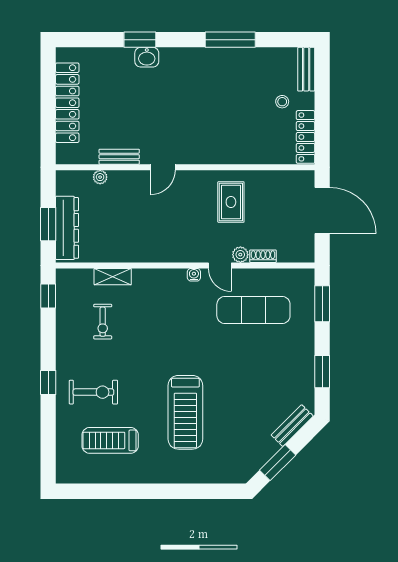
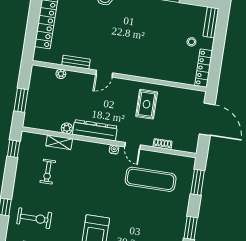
dresser: (67, 228) -> (95, 130), moved, turned -90
plant: (240, 255) -> (67, 128), moved

